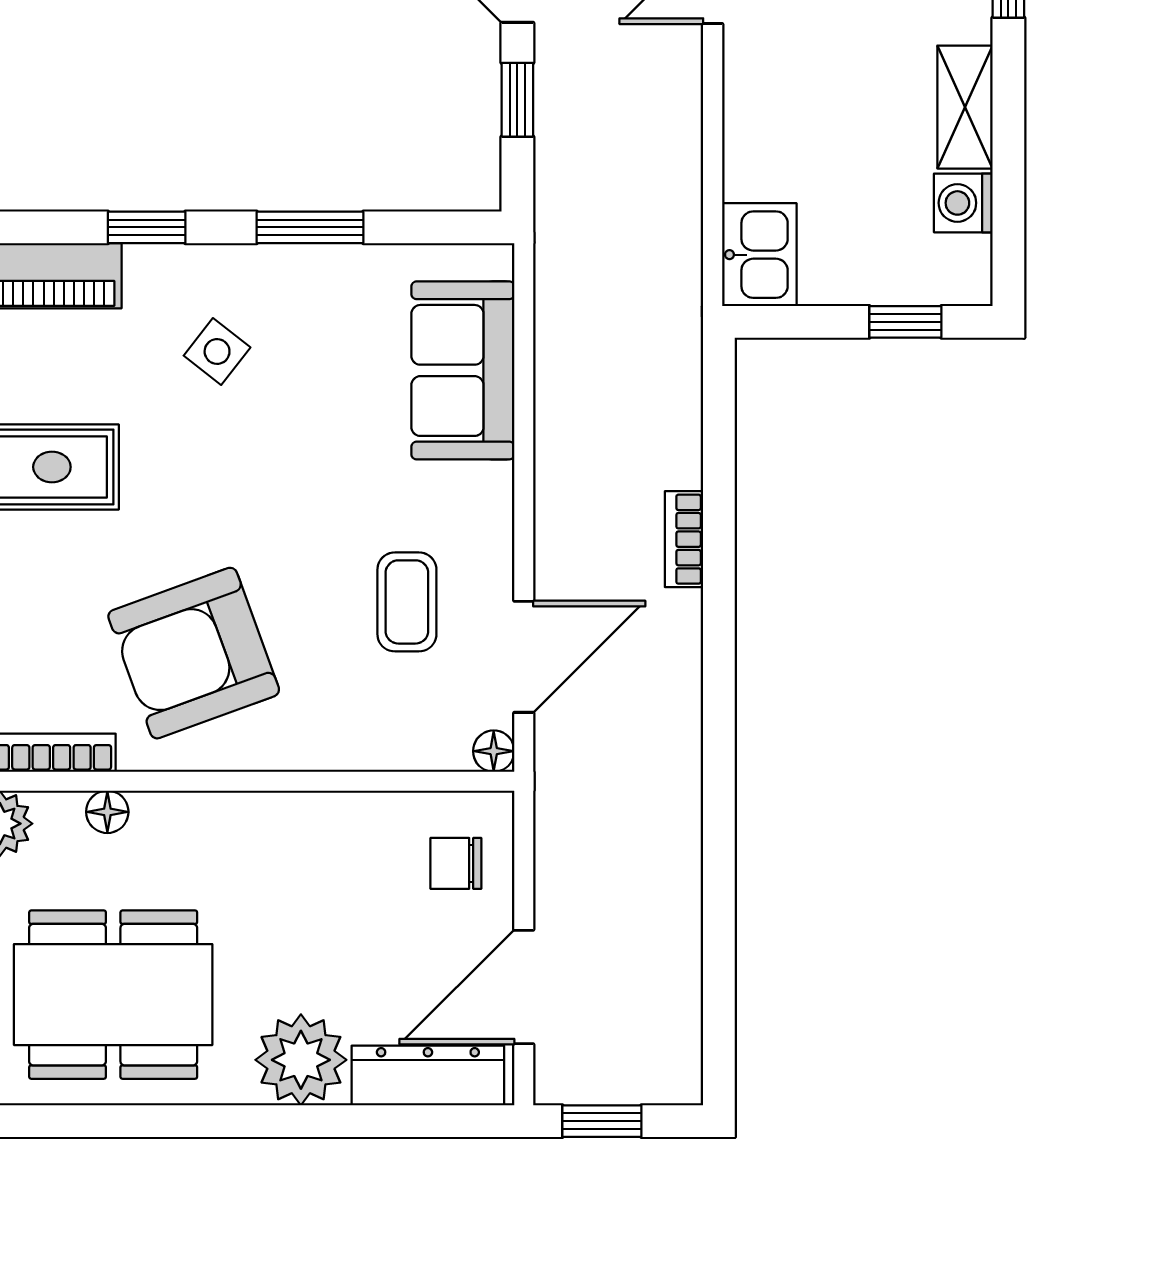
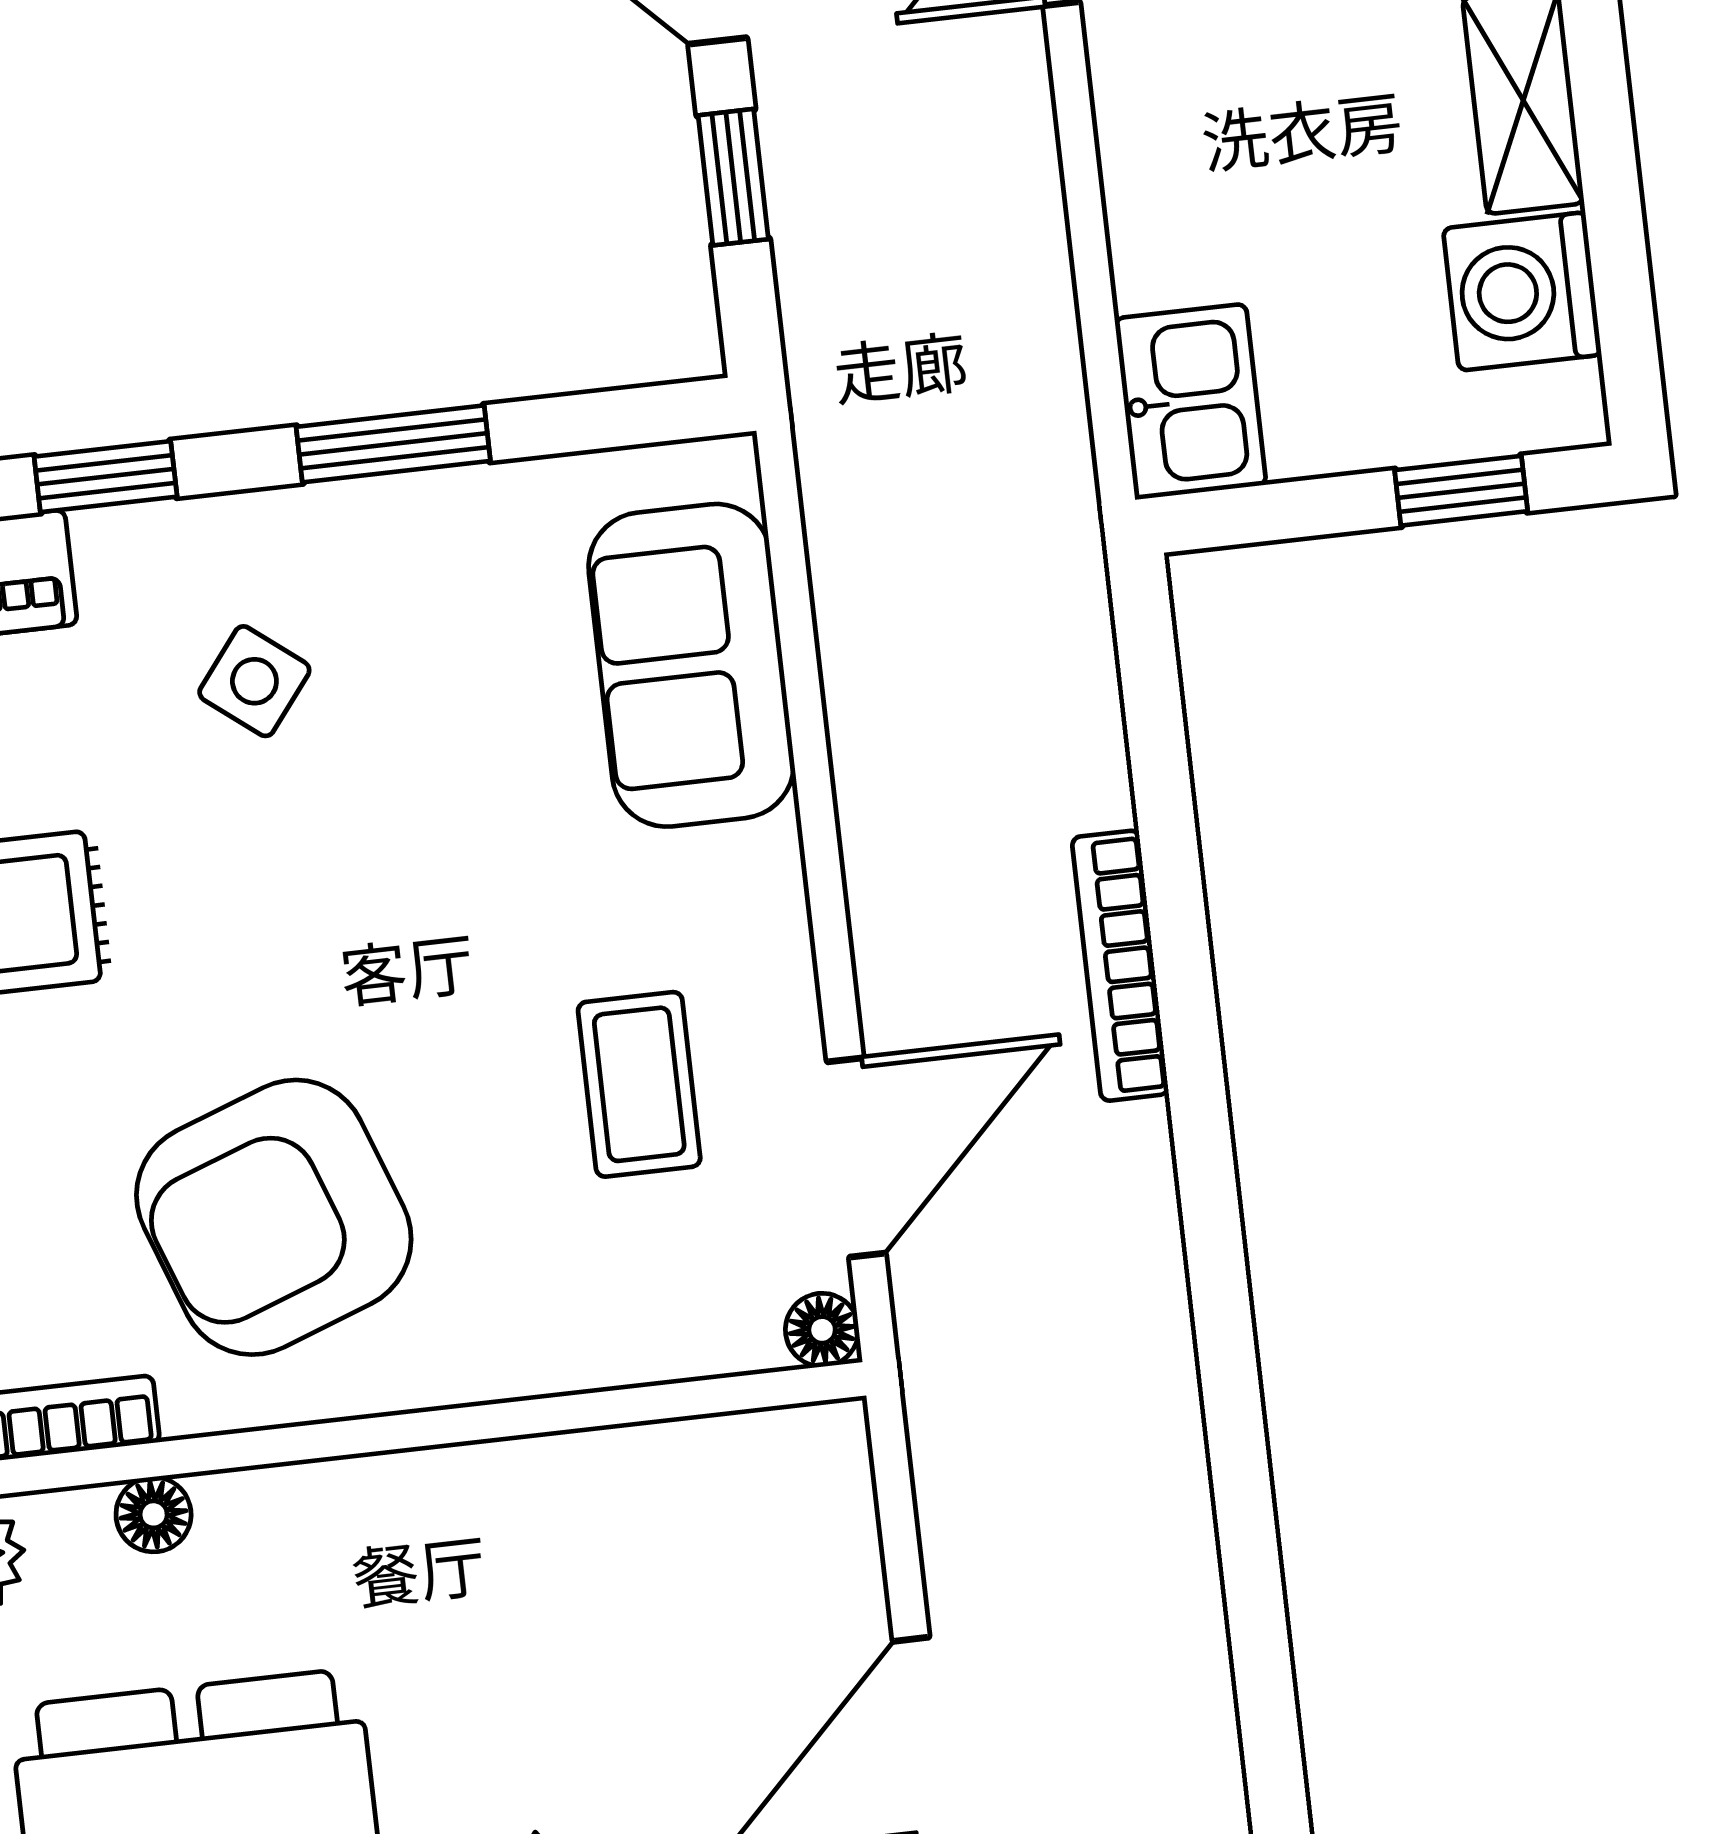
washing machine: (963, 203) -> (1522, 292), width x1.38, depth x1.38
bookcase: (684, 539) -> (1120, 966), width x1.56
chair: (456, 863) -> (778, 1535), removed

